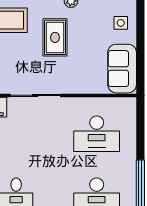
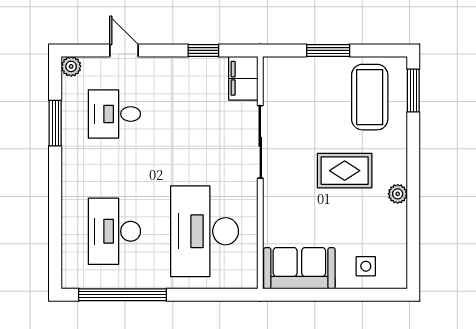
desk: (97, 134) -> (205, 231), width x1.36, depth x1.30

